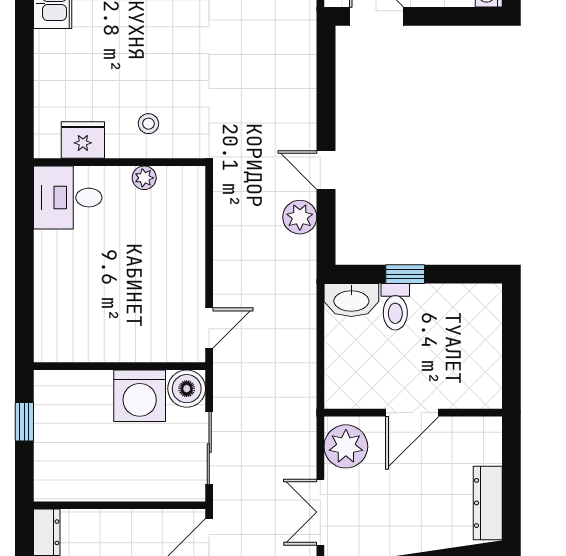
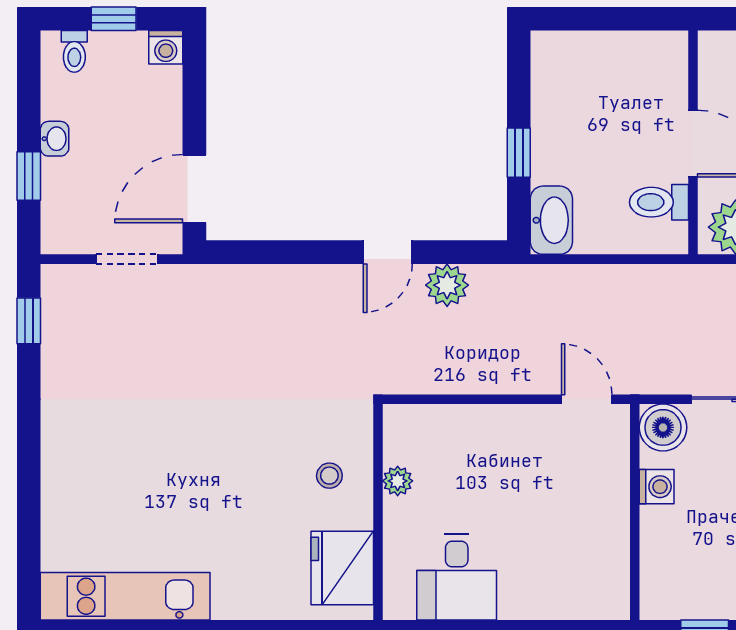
fridge: (83, 140) -> (342, 568), width x1.36, depth x1.34
desk: (68, 198) -> (457, 577), moved
toilet: (395, 307) -> (659, 202), moved, turned 180
washing machine: (140, 396) -> (657, 487), width x0.53, depth x0.53

